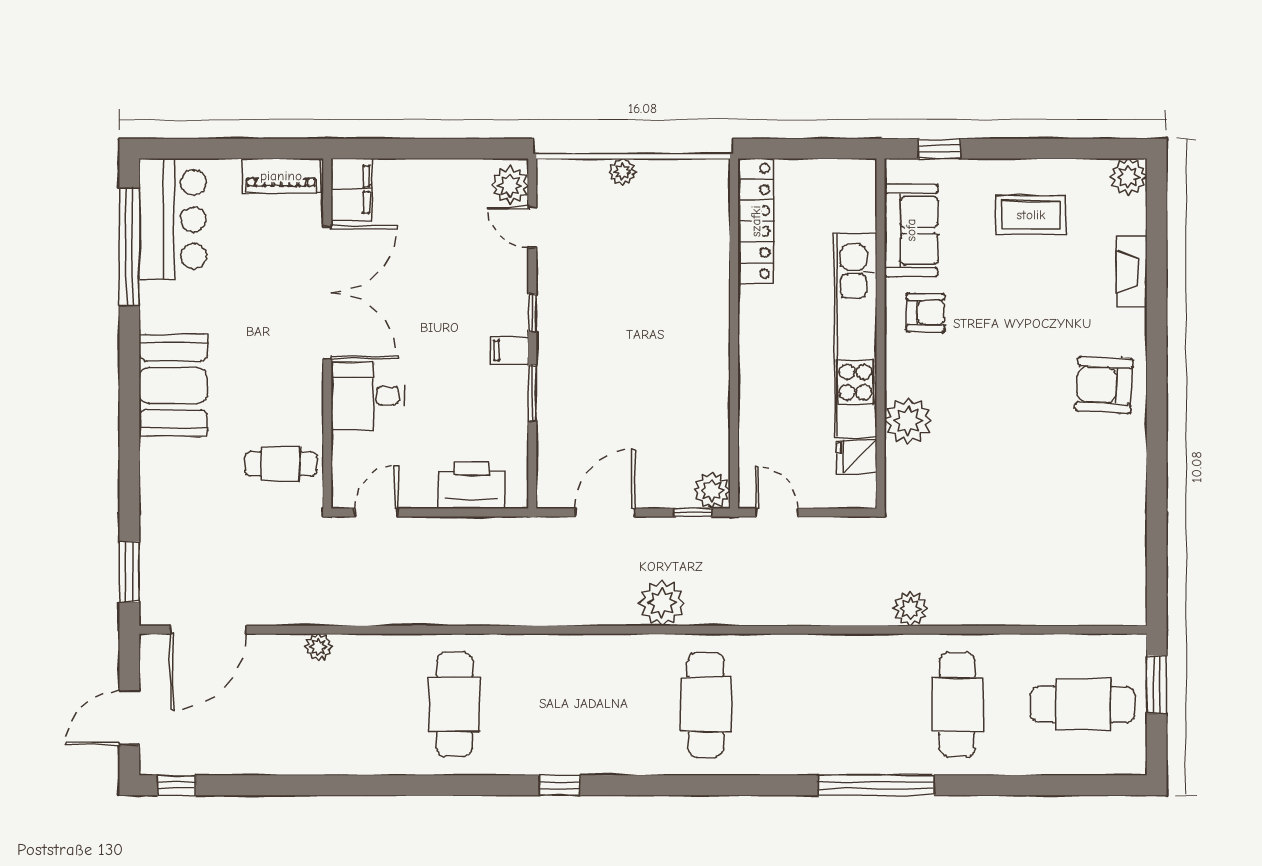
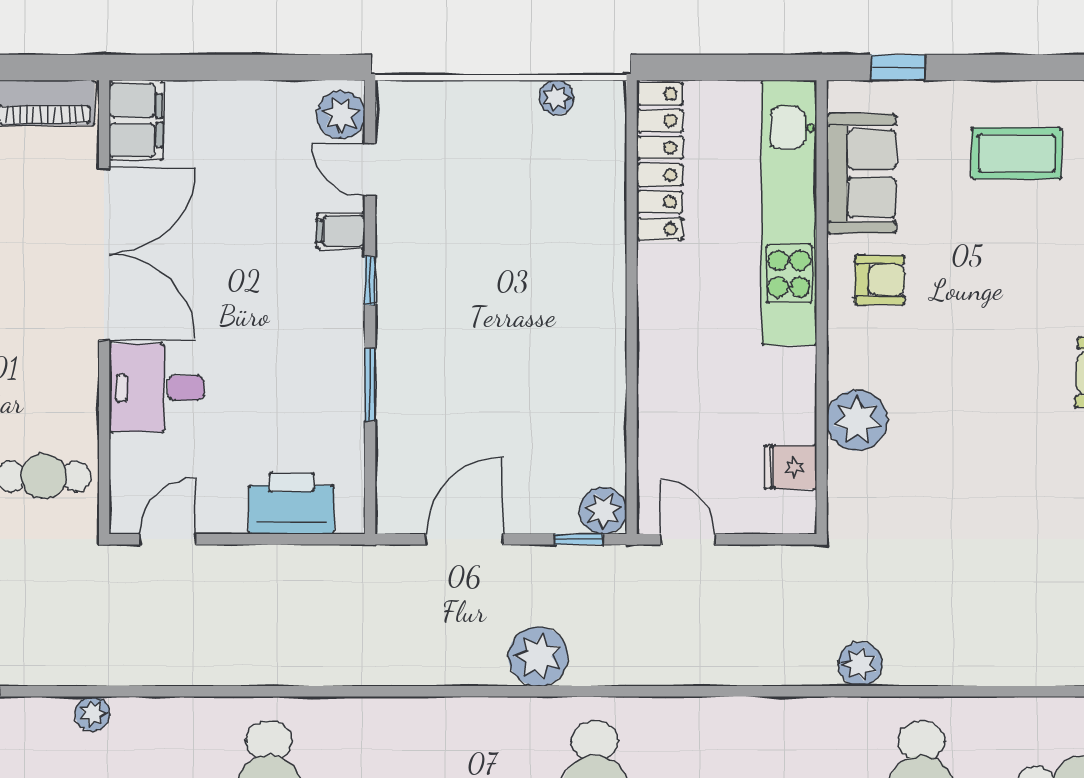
plant: (622, 172) -> (556, 97), moved
kitchen unit: (855, 335) -> (789, 213), moved
filing cabinet: (510, 350) -> (341, 231), moved

